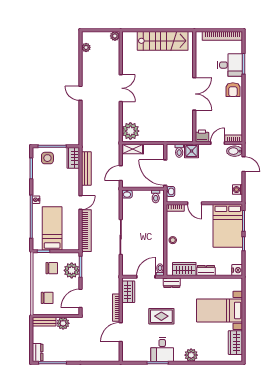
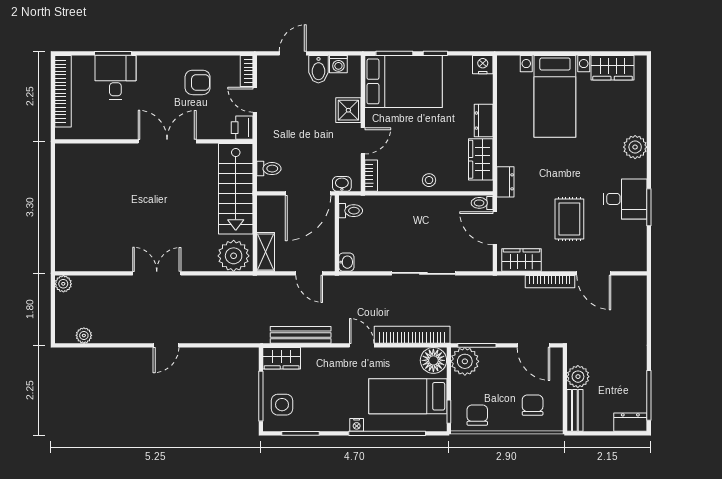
stairs: (163, 41) -> (236, 189), moved, turned 180
armchair: (233, 90) -> (198, 82), moved
shower: (192, 151) -> (348, 110), moved
bidet: (235, 151) -> (318, 69), moved
floor lamp: (72, 243) -> (433, 360), added
chair: (52, 268) -> (477, 415), moved
plant: (72, 270) -> (465, 361), moved
rug: (161, 316) -> (569, 219), moved

